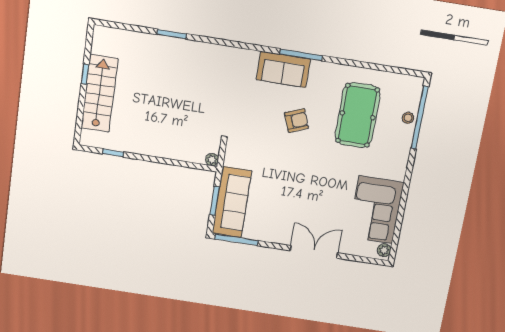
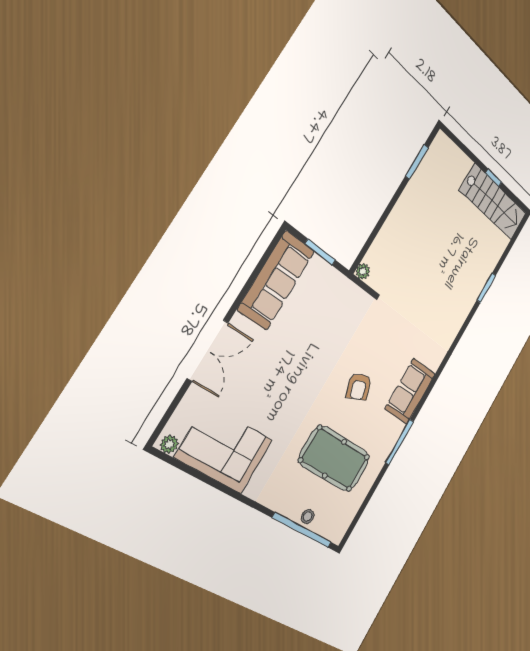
window: (301, 55) -> (400, 442), moved
stairs: (99, 93) -> (493, 202), moved
window: (113, 153) -> (417, 162), width x1.50
sofa: (232, 202) -> (276, 280), moved, turned -90
window: (236, 240) -> (266, 257), removed

